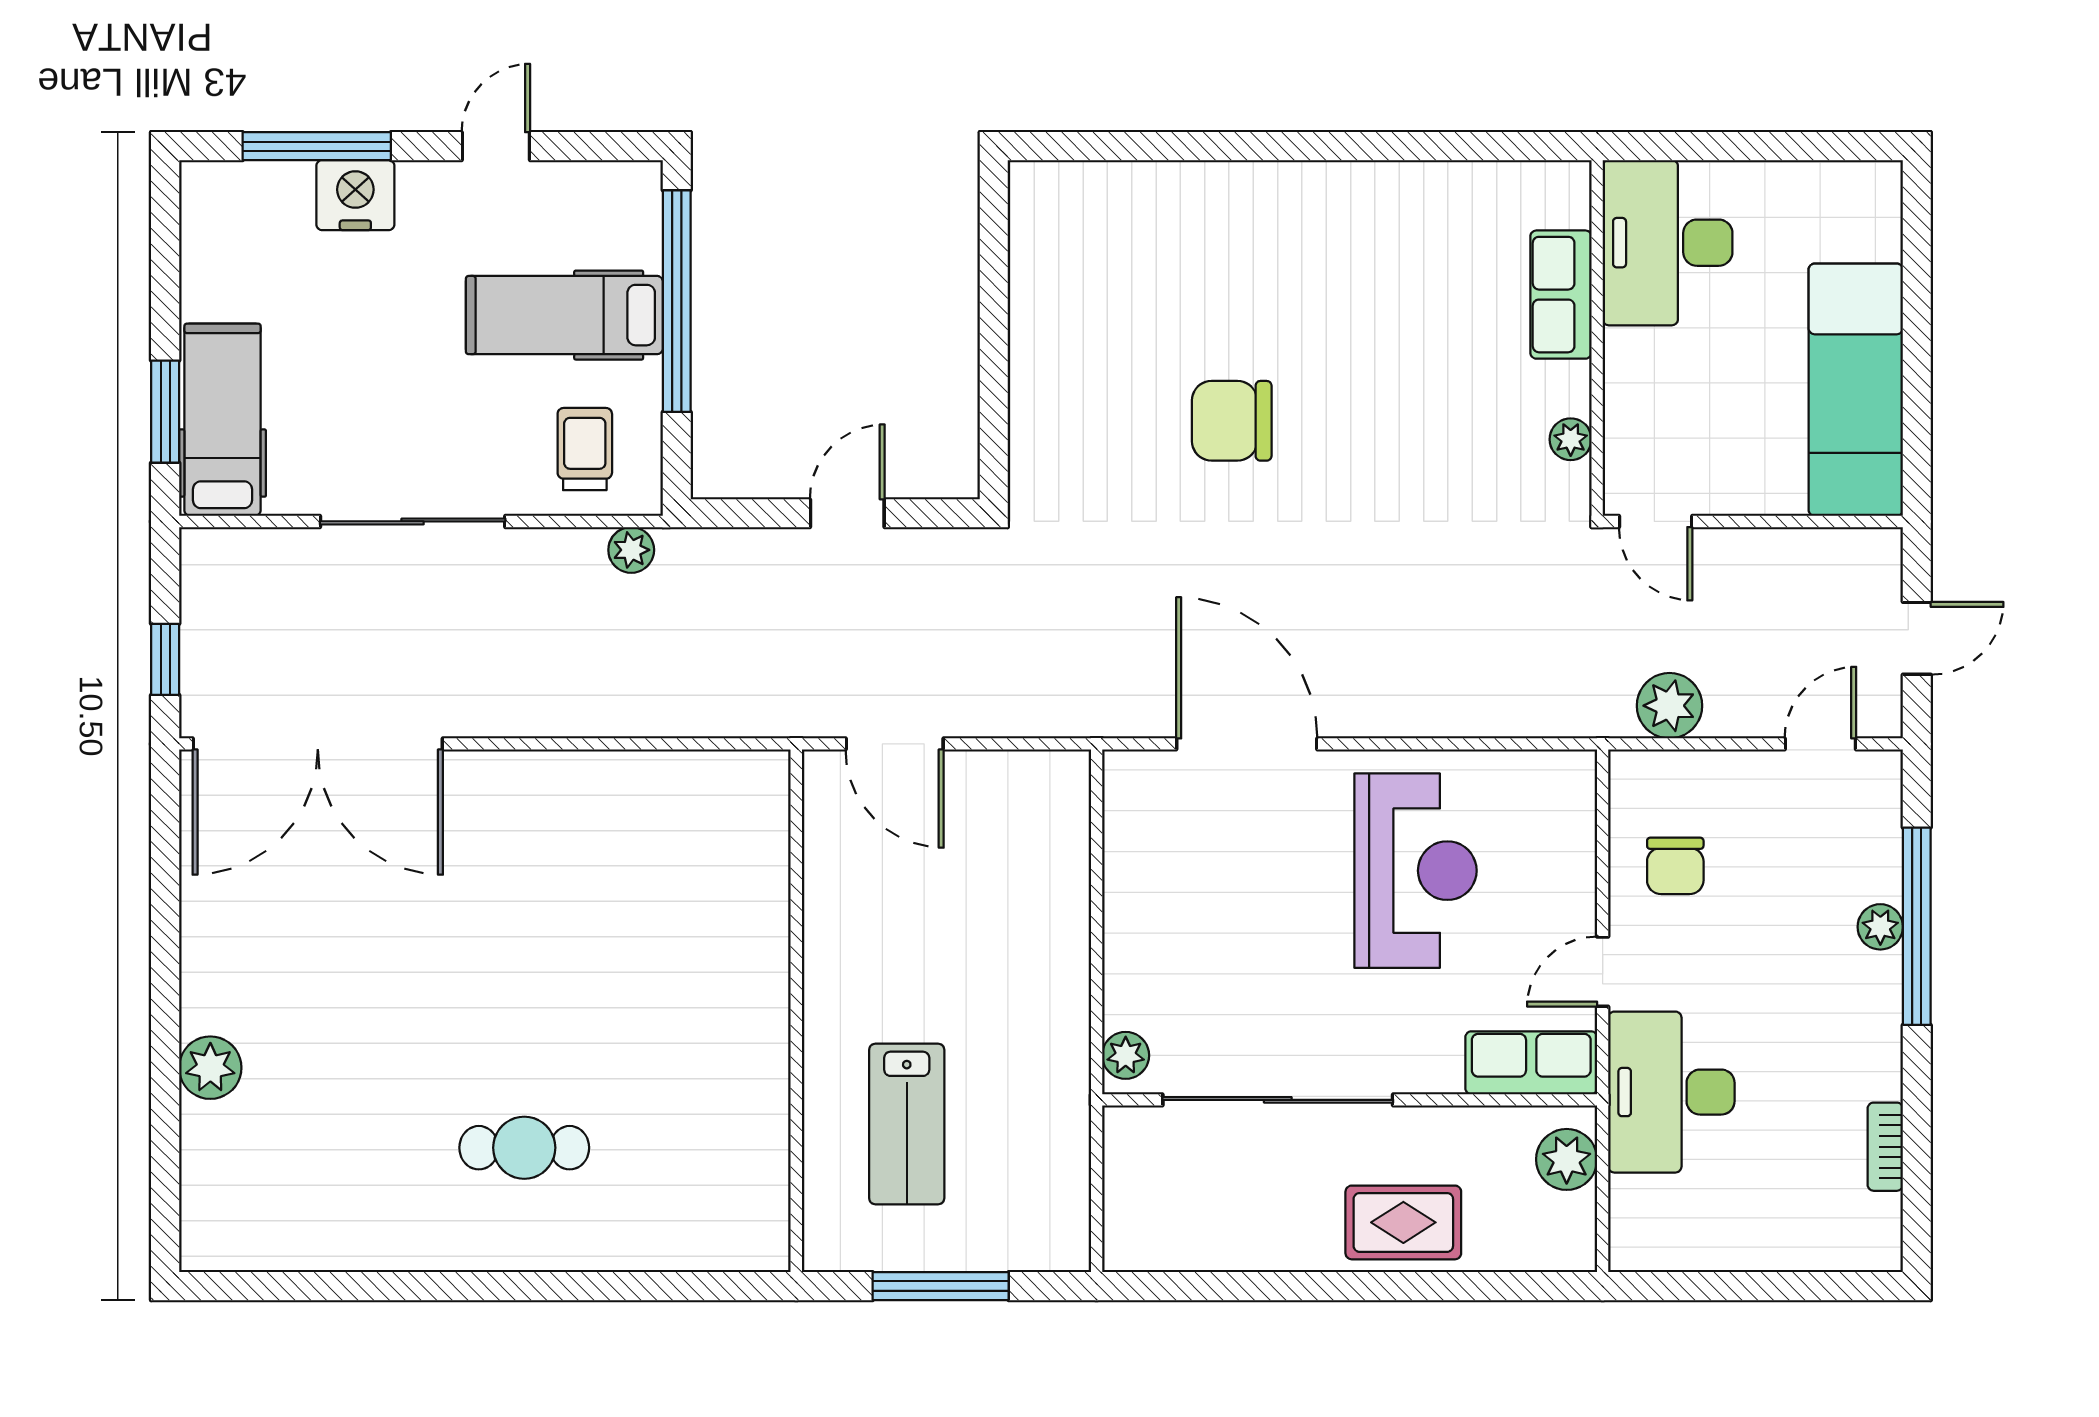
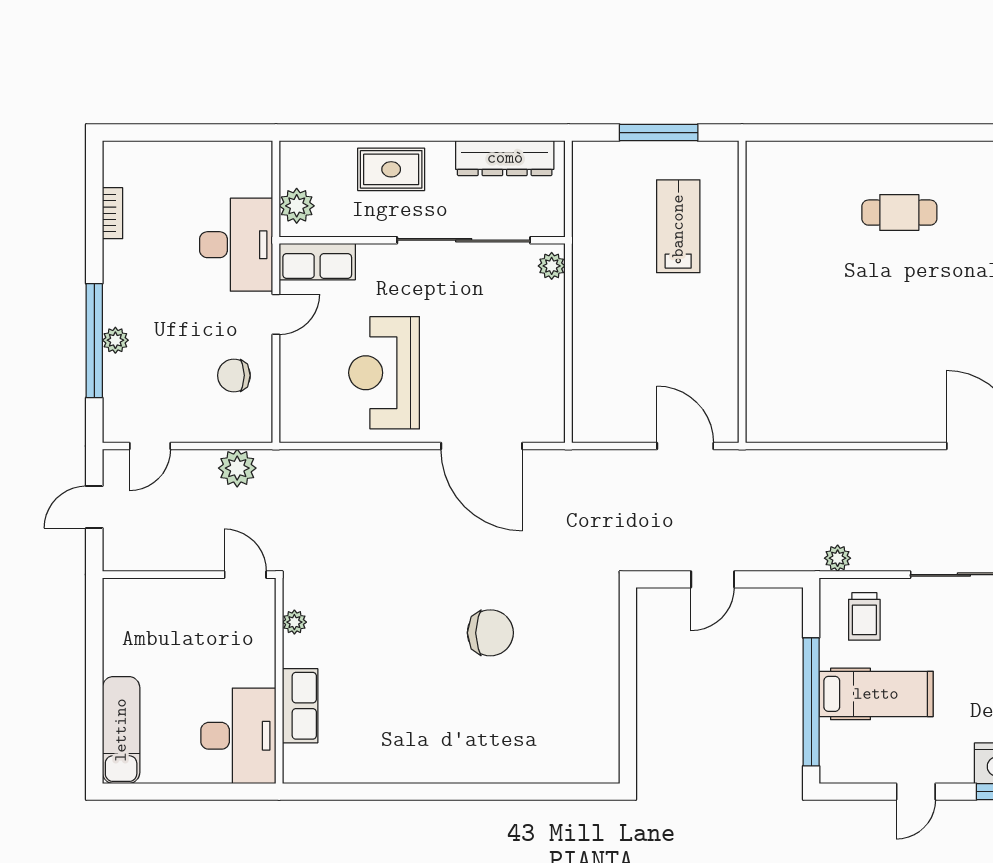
exam couch: (1856, 390) -> (121, 730), moved, width x0.73, depth x0.69
chair: (1675, 866) -> (234, 375), turned -90
dresser: (1207, 1242) -> (505, 158), added

